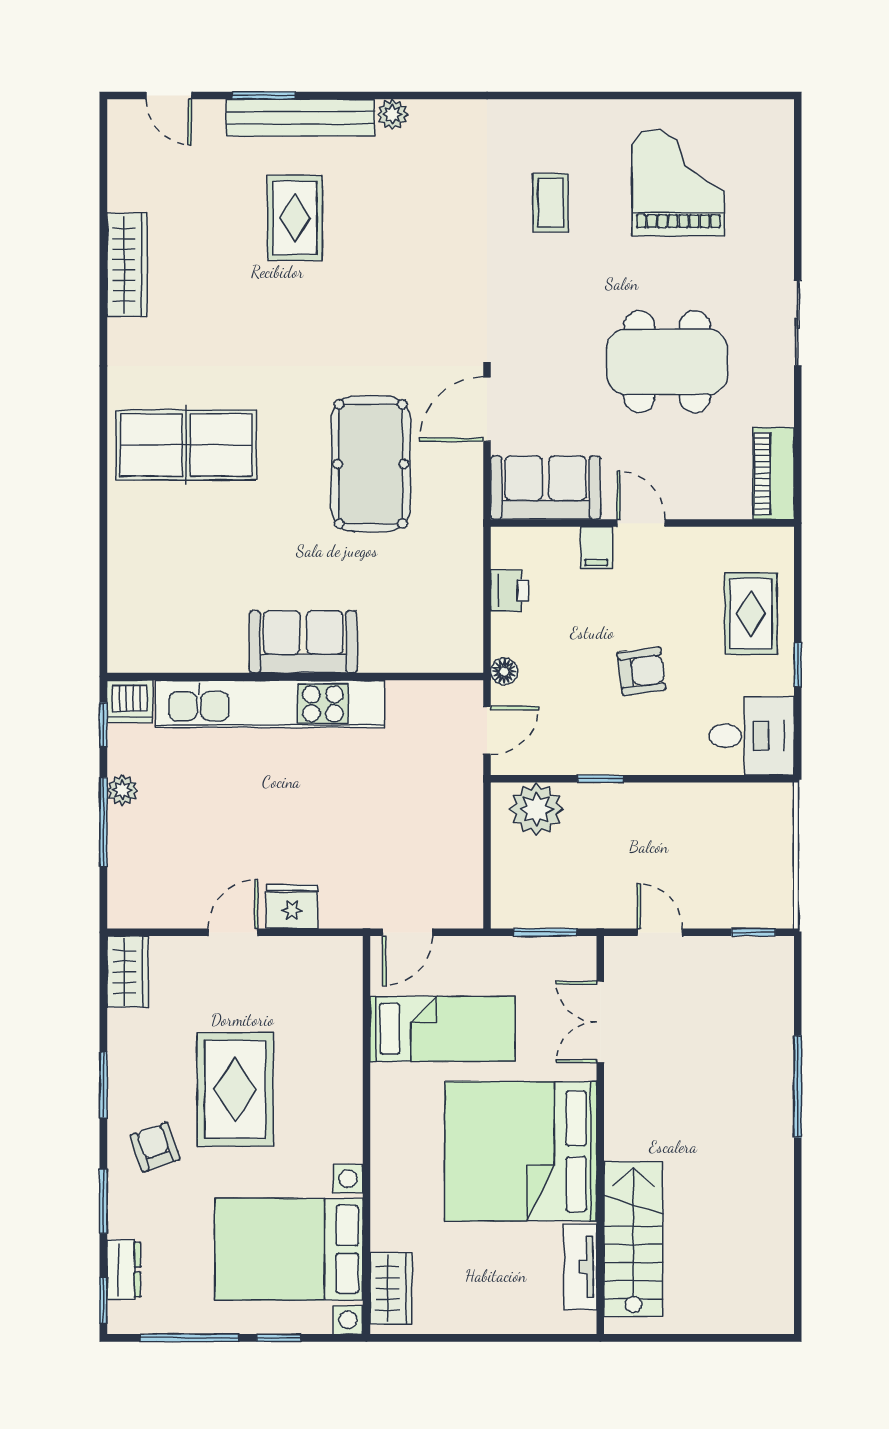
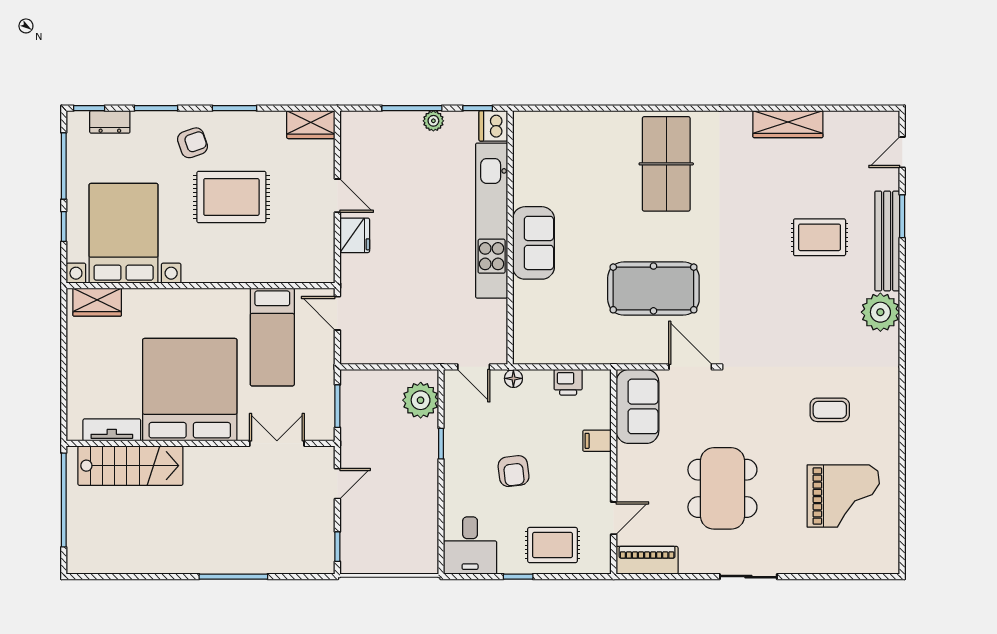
plant: (393, 114) -> (880, 312), width x1.87, depth x1.87
door: (641, 523) -> (614, 518), moved
window: (684, 1338) -> (64, 500), added

